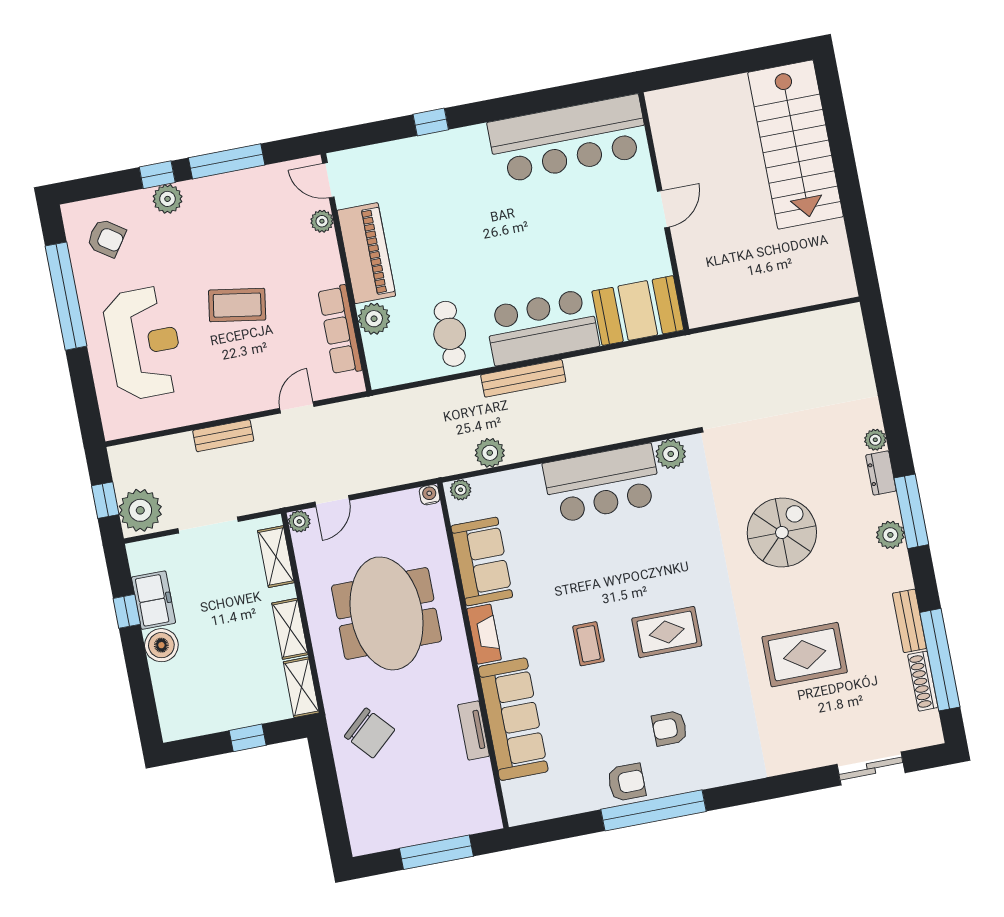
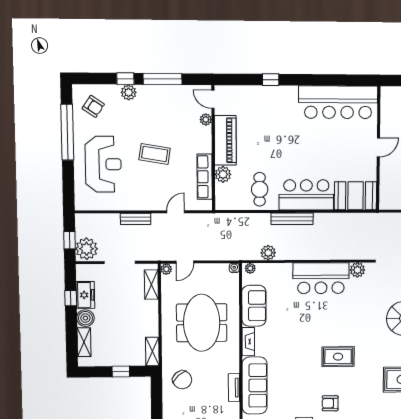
shelving: (290, 629) -> (84, 342), moved
coffee table: (588, 644) -> (299, 355), removed

